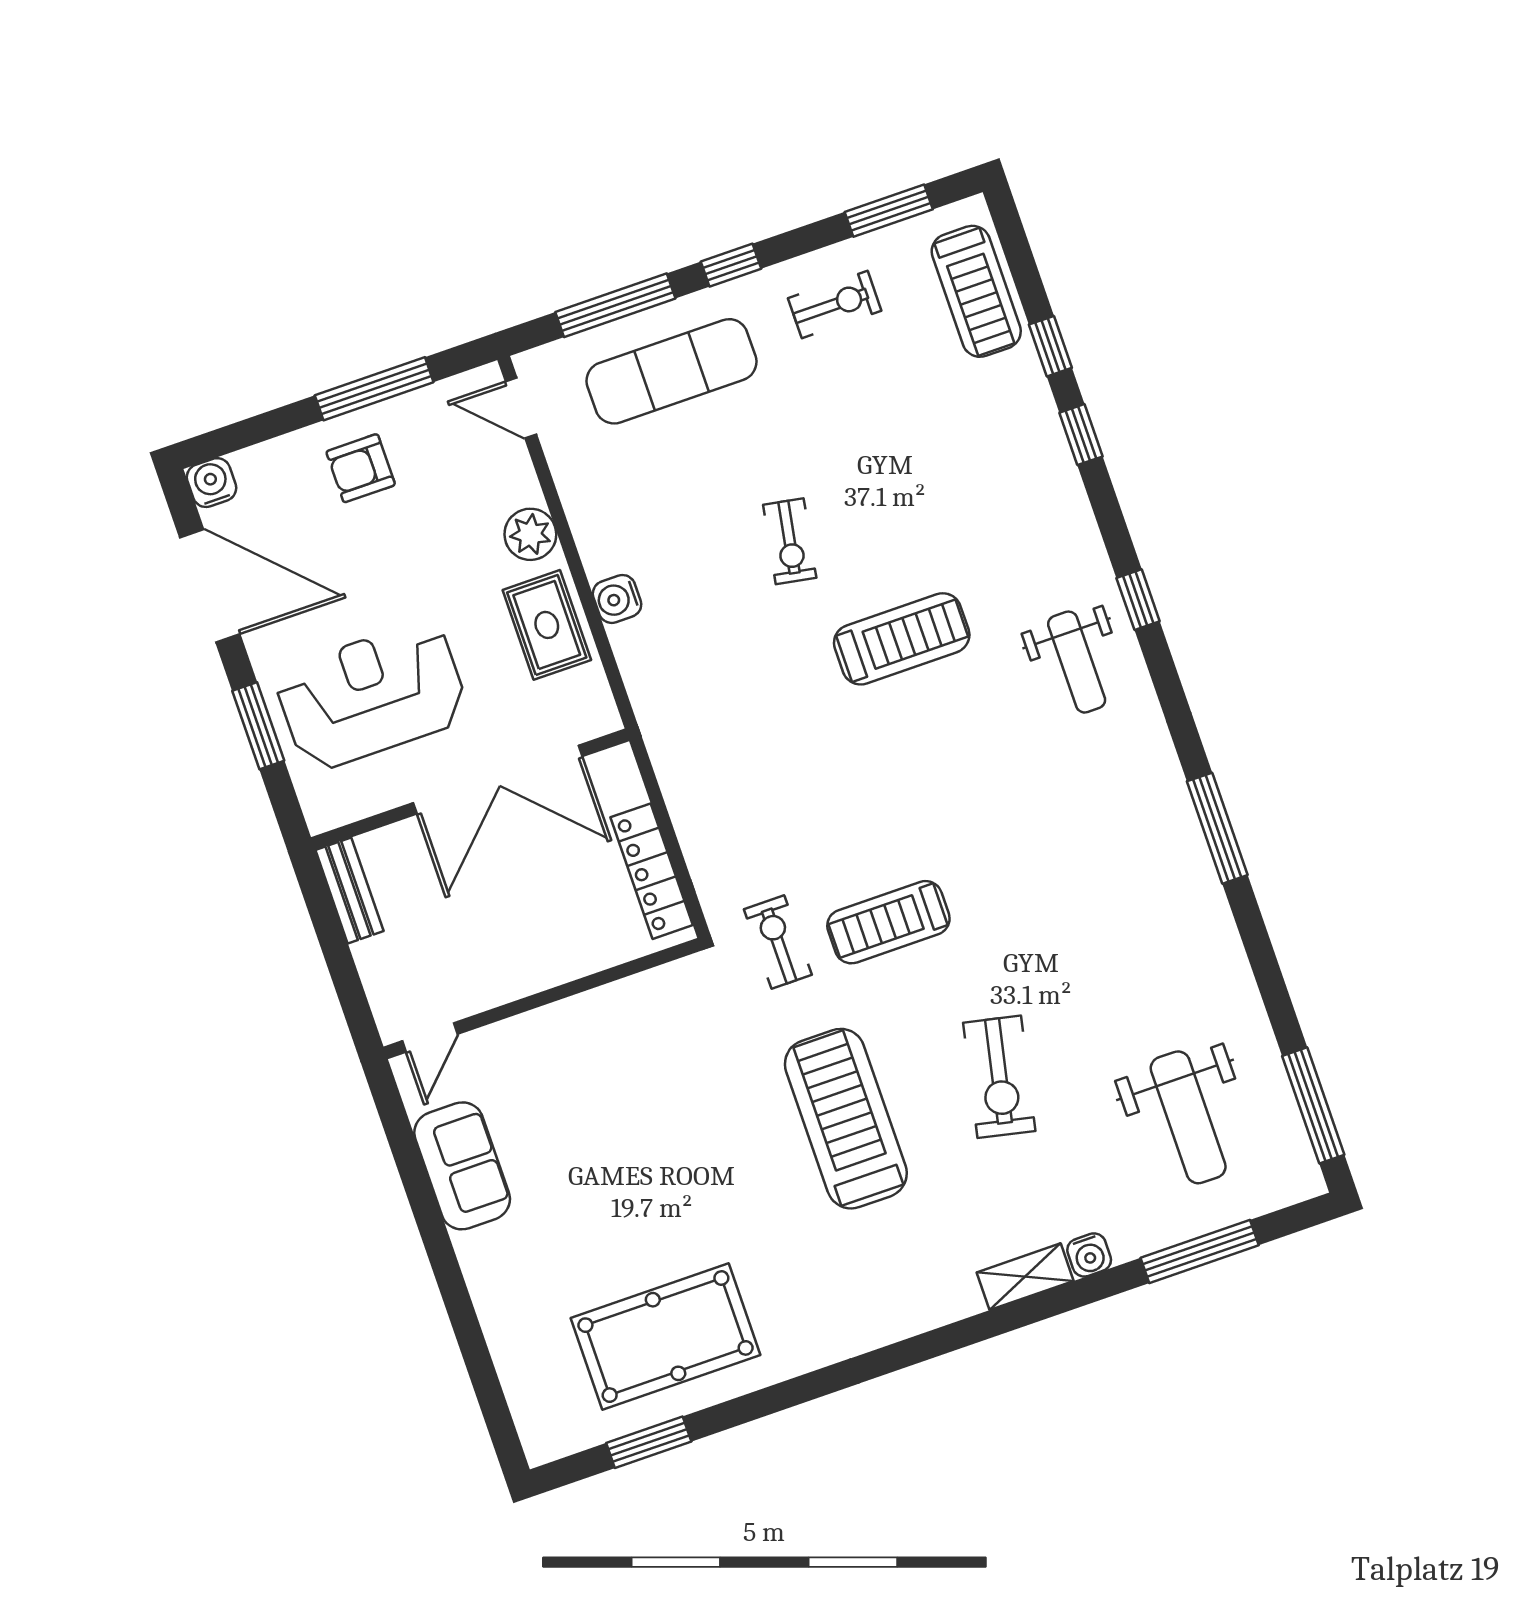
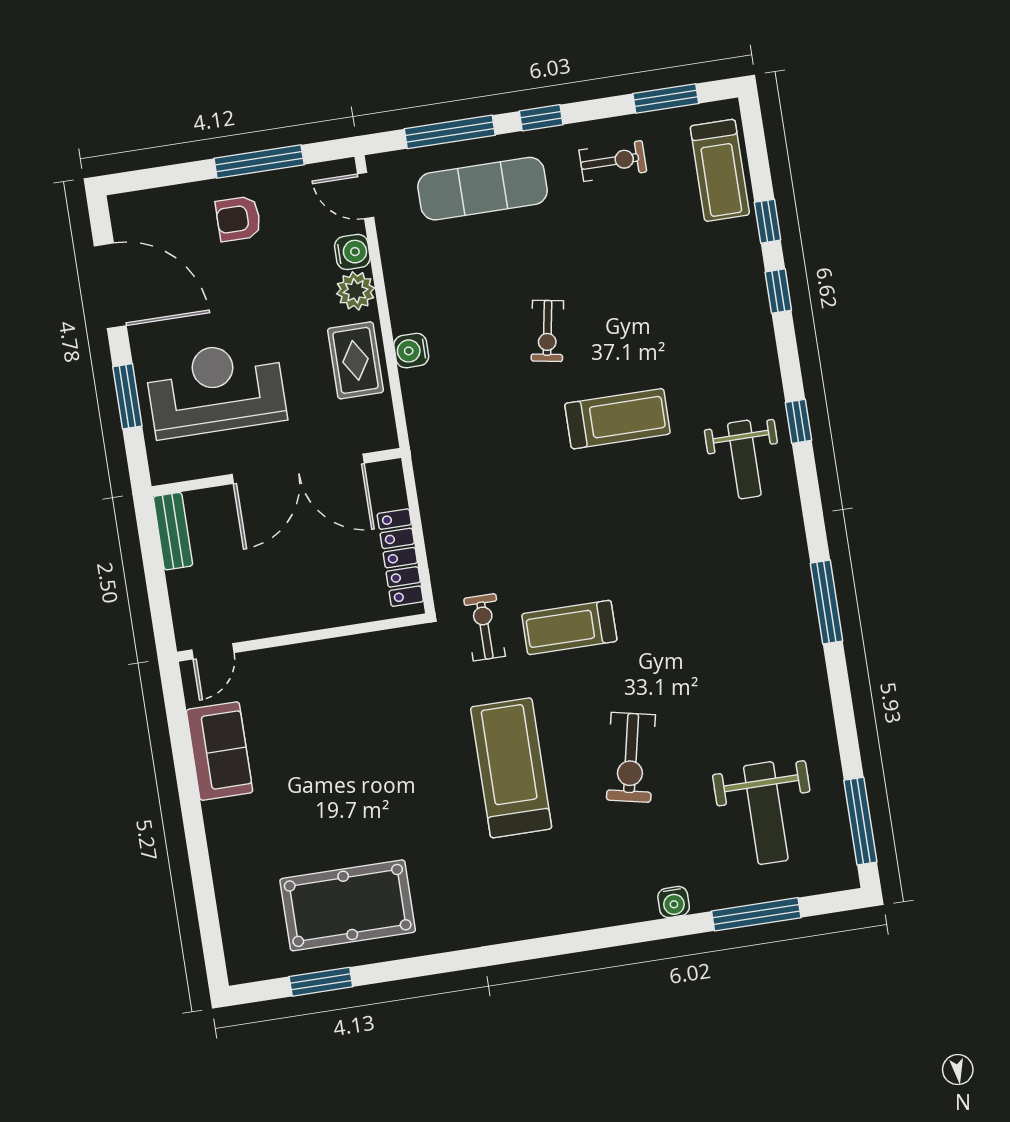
water cooler: (212, 483) -> (352, 252), moved, turned 90
shelving: (1025, 1277) -> (623, 909), removed

